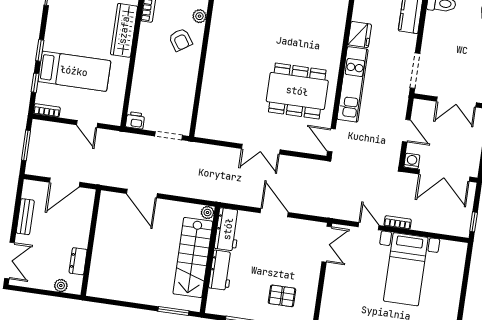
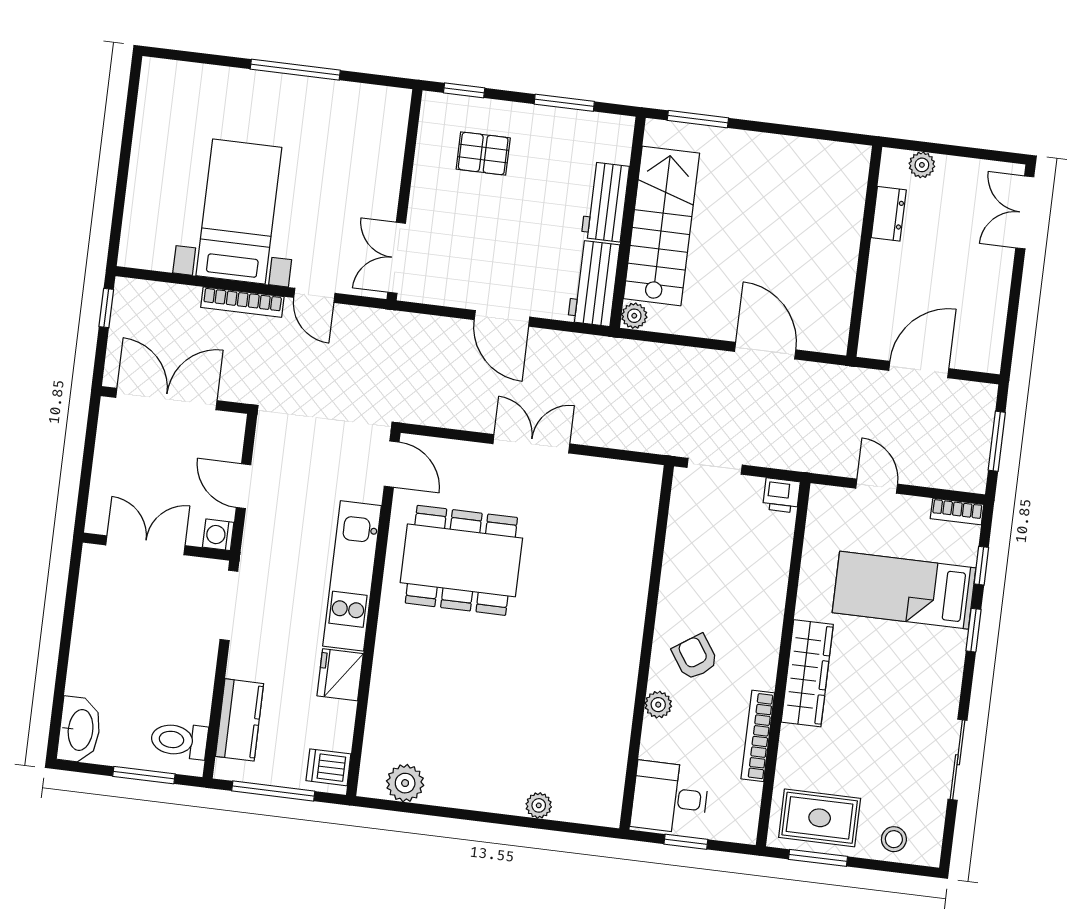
washing machine: (412, 161) -> (218, 535), moved, turned 90
bench: (25, 217) -> (996, 300), removed
bookcase: (398, 222) -> (242, 302), width x1.56

